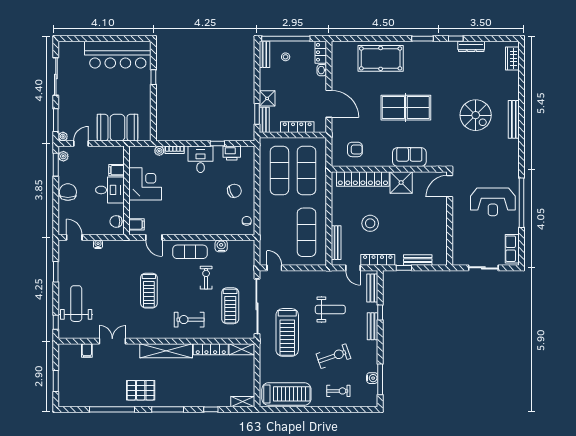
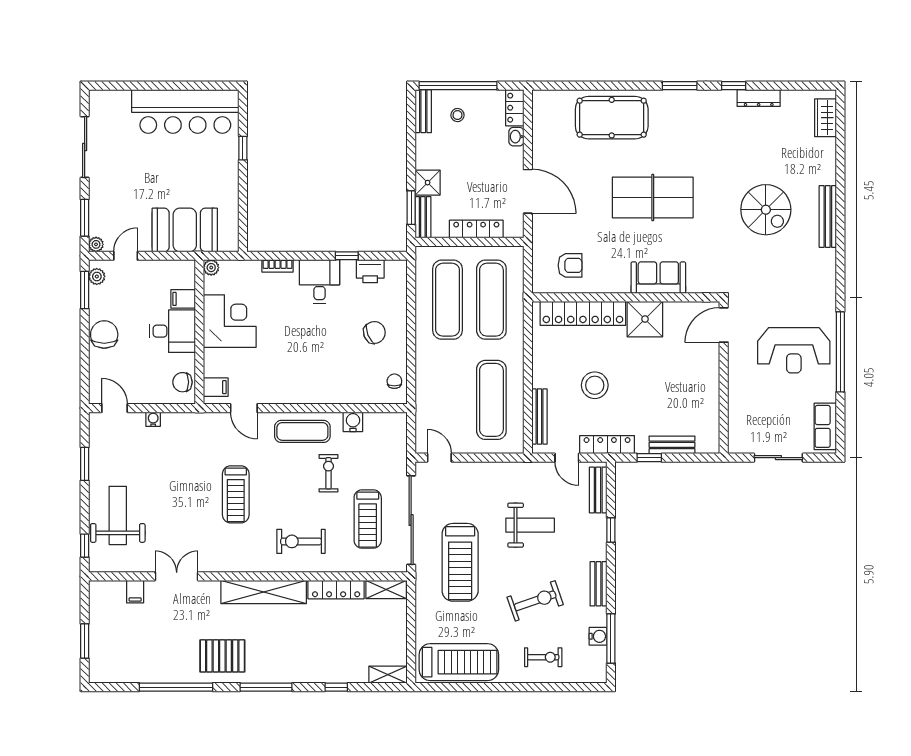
plant: (159, 151) -> (211, 268), moved
bench: (372, 326) -> (599, 584), moved

